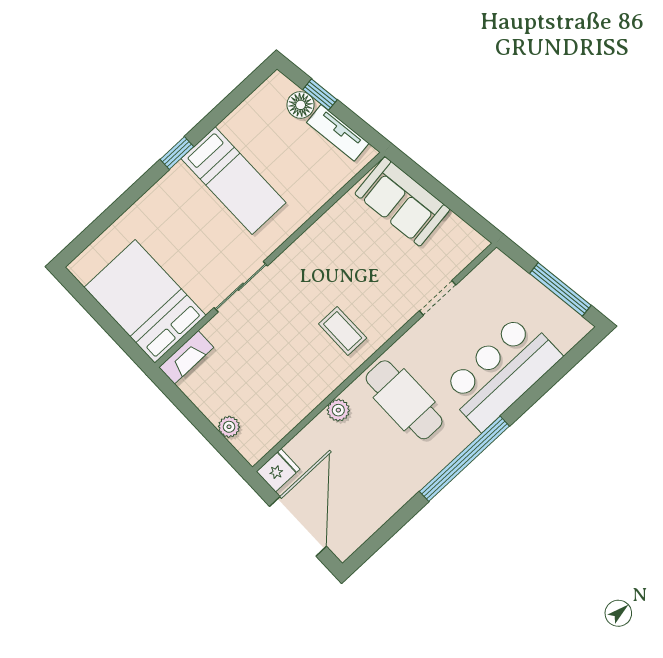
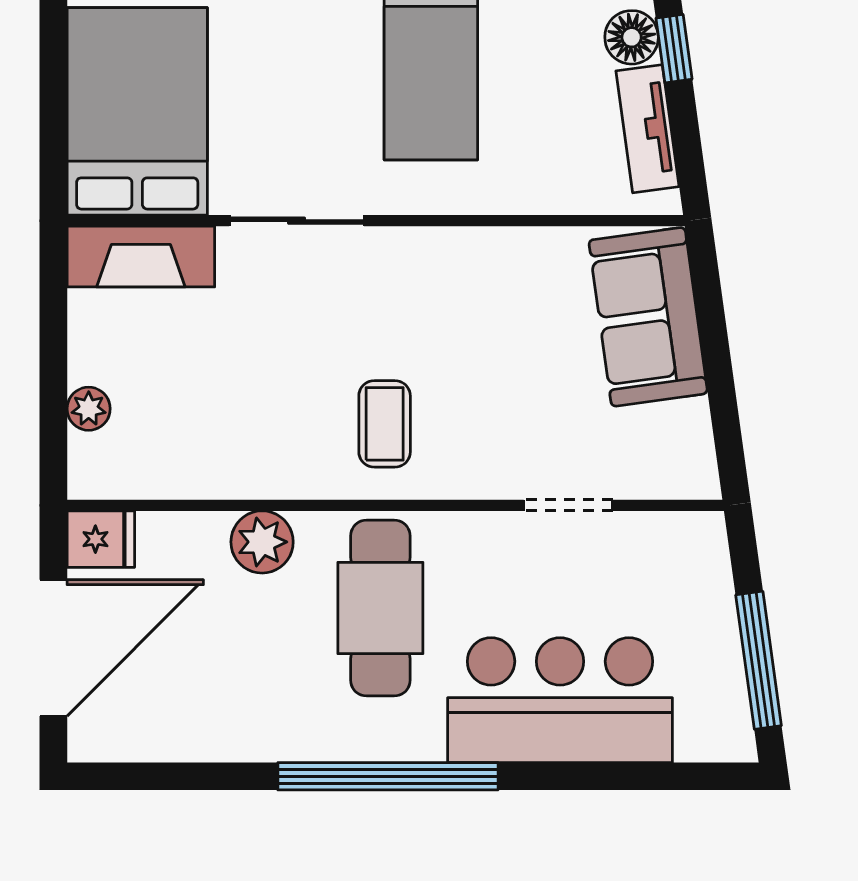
fireplace: (186, 357) -> (141, 257), width x1.37, depth x1.32
plant: (338, 410) -> (262, 542), width x1.38, depth x1.38

